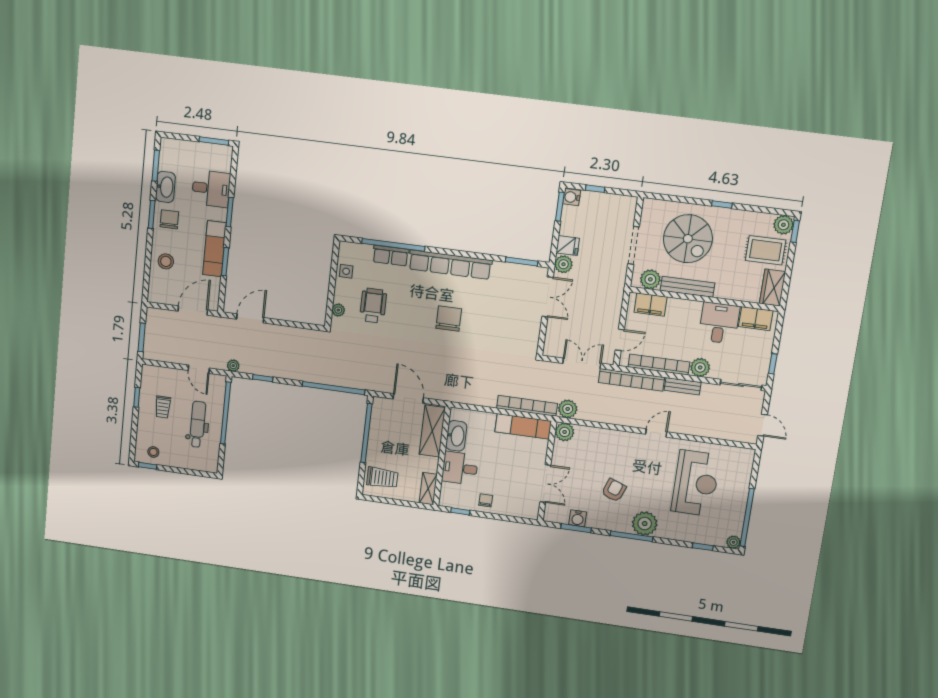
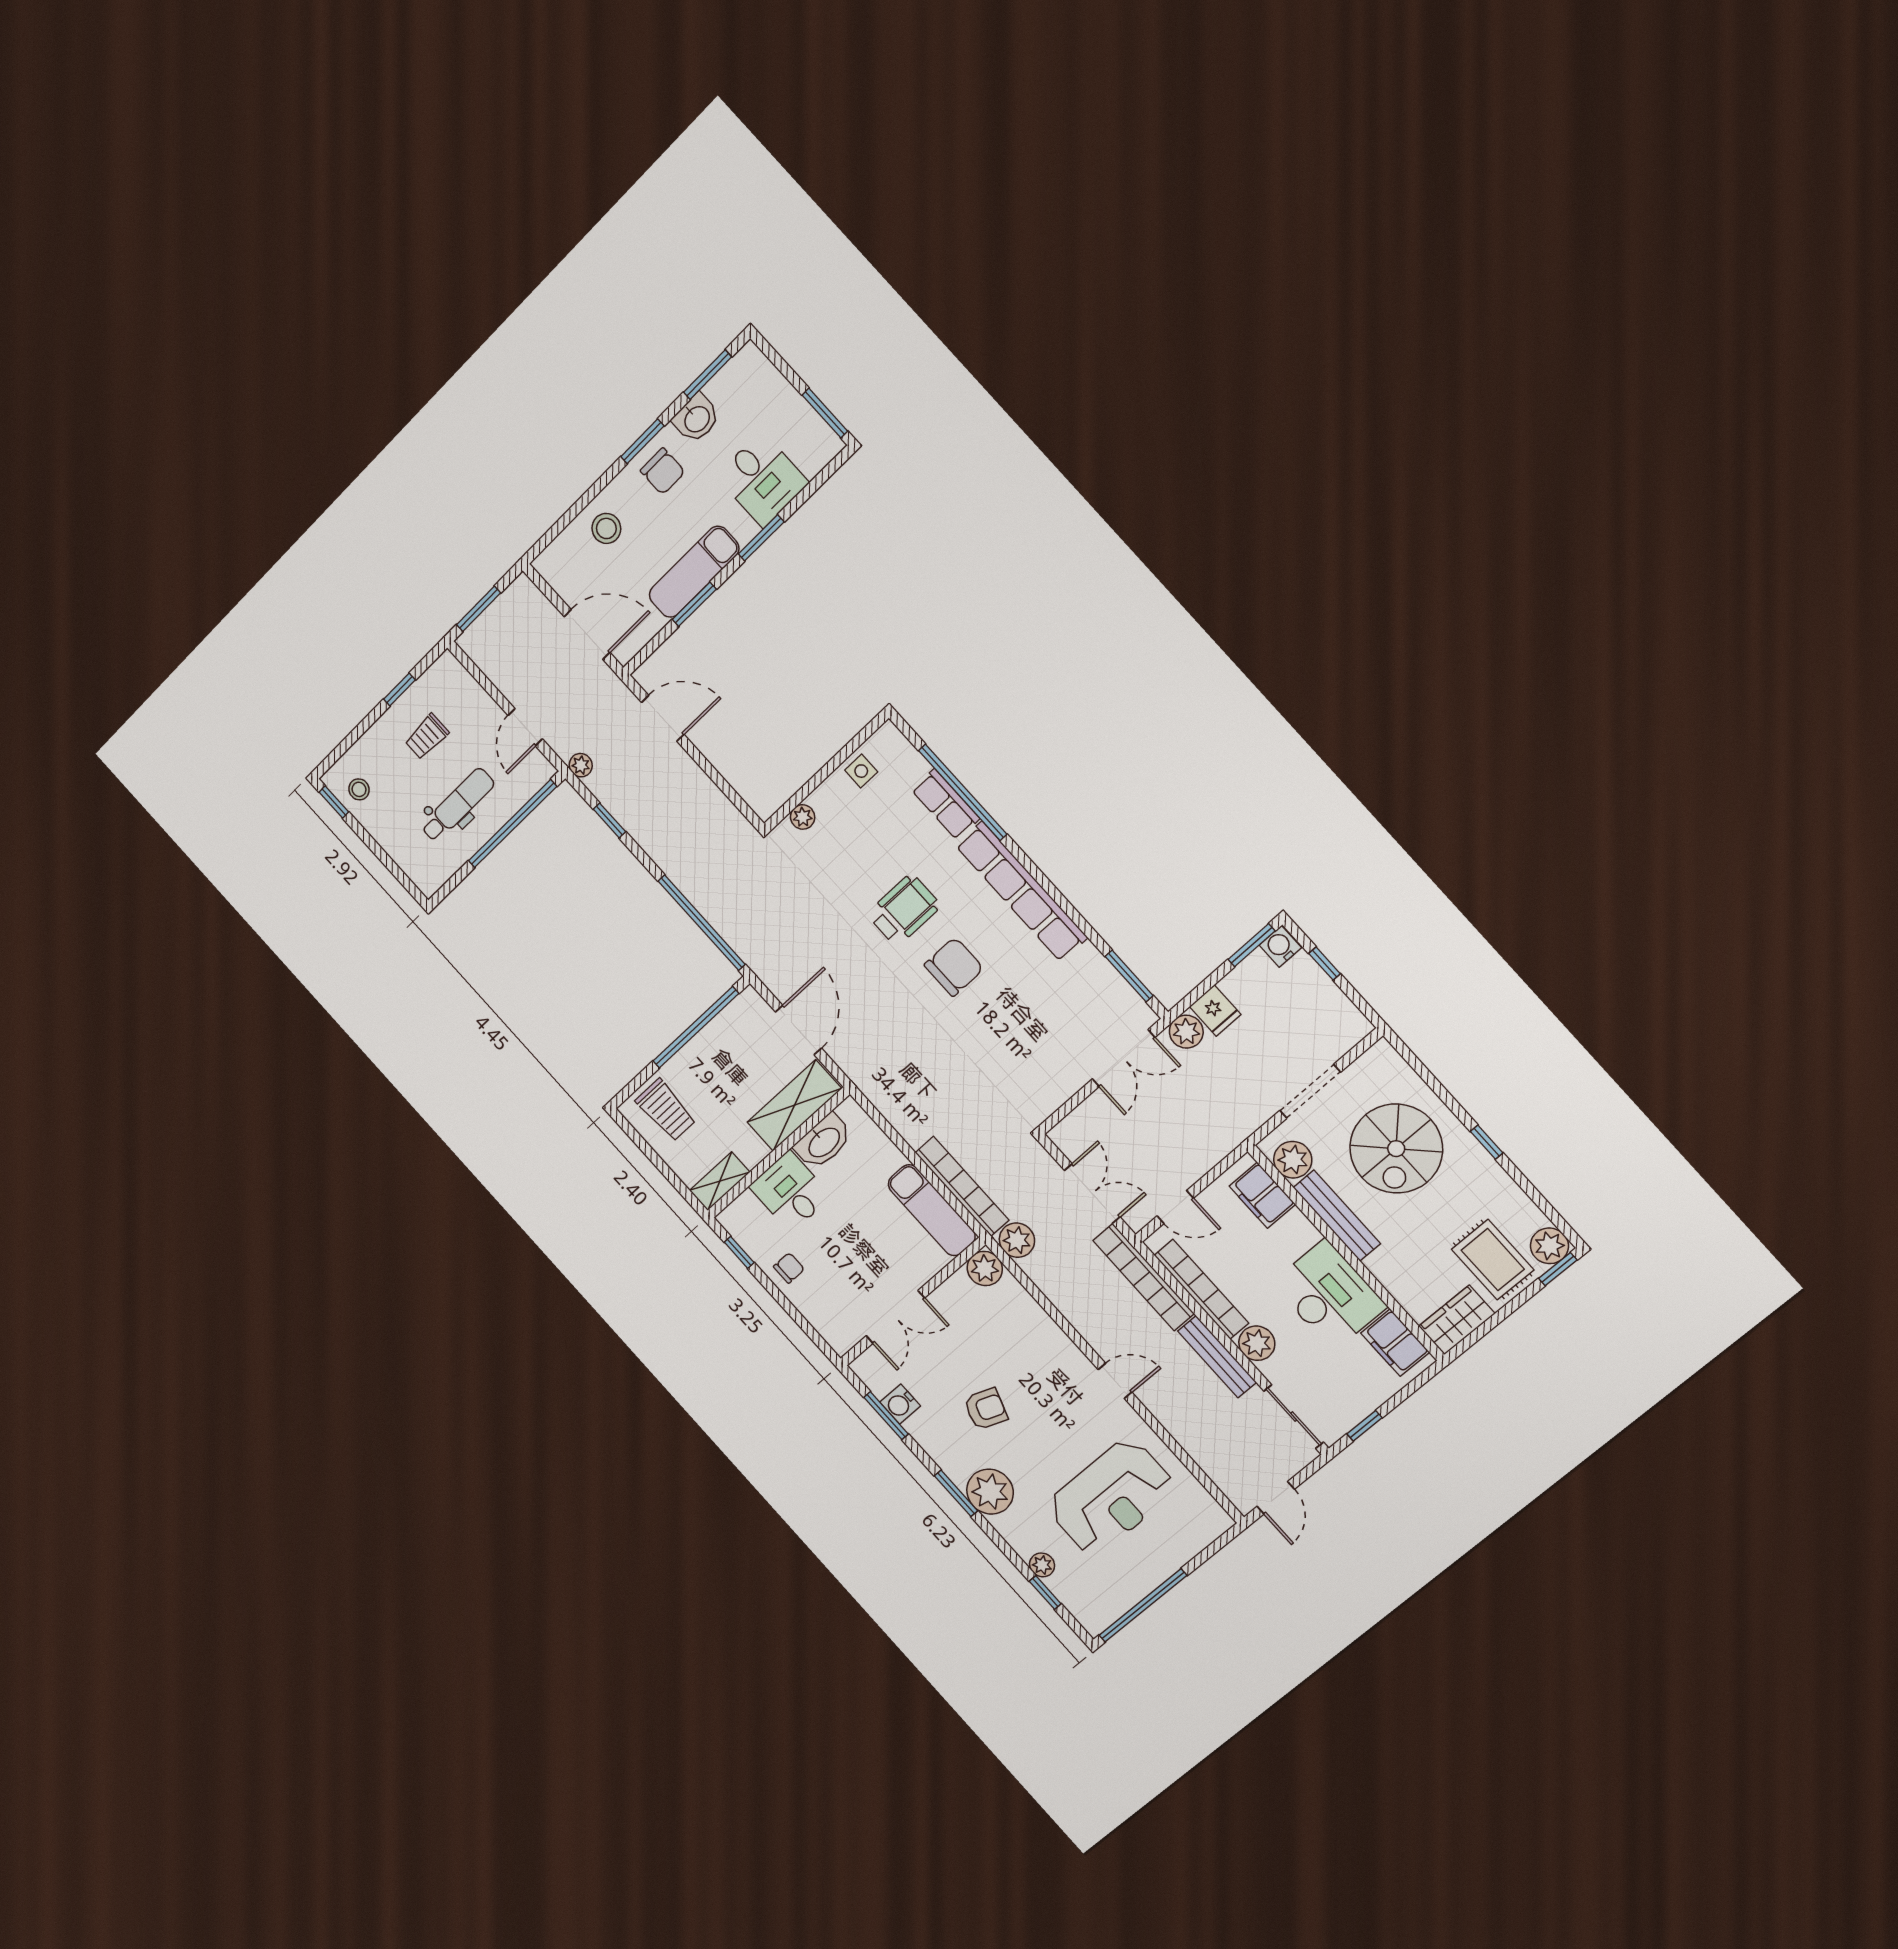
washbasin: (165, 187) -> (696, 418), width x0.72
chair: (169, 219) -> (663, 471), turned 90
wheelchair: (373, 306) -> (904, 910), moved
desk: (719, 323) -> (1329, 1295), width x1.37
bench: (683, 386) -> (1217, 1357), width x1.36
window: (631, 536) -> (956, 1493), width x0.69
plant: (733, 542) -> (1042, 1565), moved

